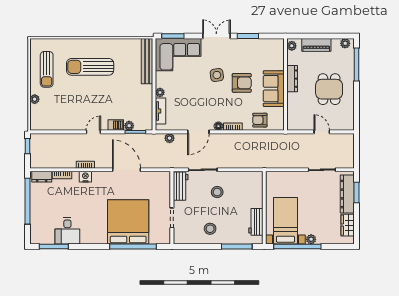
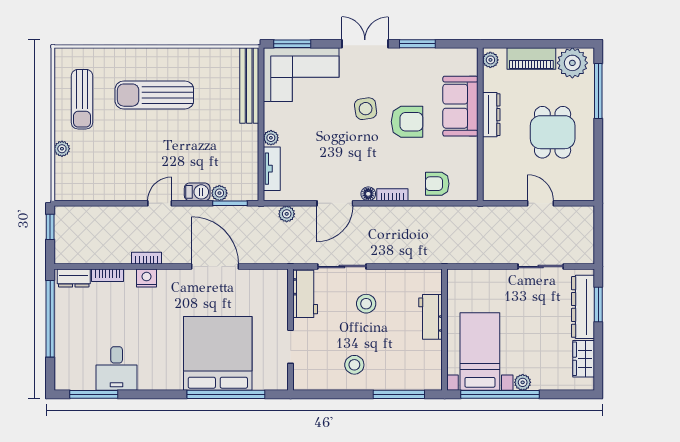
plant: (345, 43) -> (572, 63), width x1.88, depth x1.88
sofa: (274, 89) -> (460, 106), moved
workbench: (256, 222) -> (431, 317), moved

